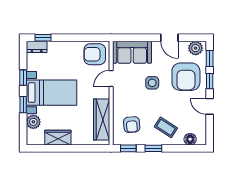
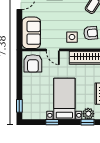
dresser: (37, 47) -> (27, 111), removed
side table: (152, 83) -> (72, 37), moved
window: (23, 105) -> (88, 122), moved

